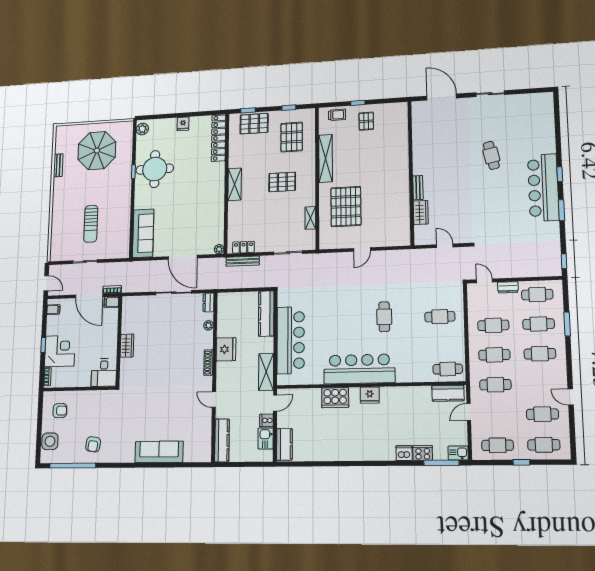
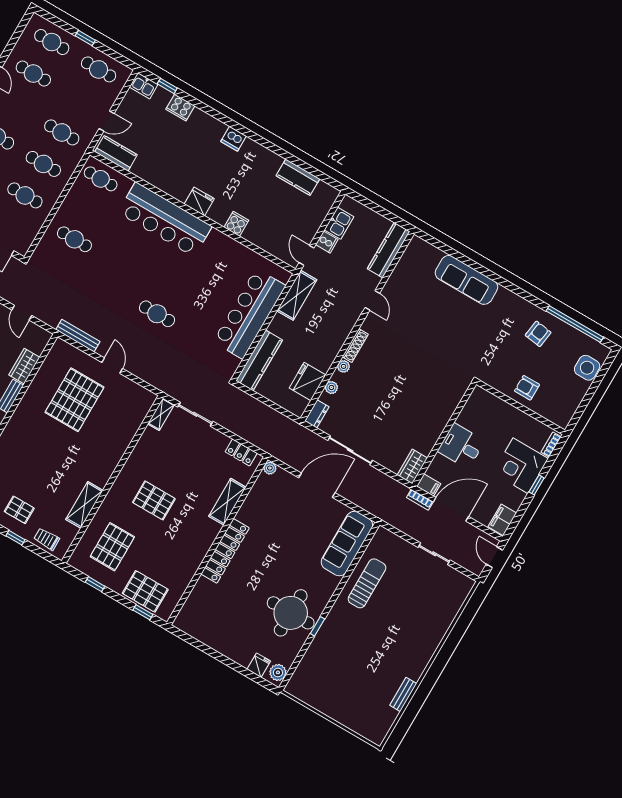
pallet: (366, 121) -> (19, 510), turned 90
fridge: (183, 124) -> (259, 665), moved
locker: (219, 138) -> (225, 551), moved
parasol: (97, 151) -> (347, 682), removed
shelving: (326, 158) -> (84, 505), width x0.68
shelving: (235, 184) -> (227, 502), moved
pallet: (346, 207) -> (74, 400), moved
shelving: (310, 218) -> (161, 414), moved
sun lounger: (91, 224) -> (367, 583), moved
door: (362, 249) -> (112, 366), hinge flipped
door: (183, 257) -> (317, 485), hinge flipped
bench: (243, 261) -> (78, 336), moved
door: (89, 296) -> (451, 509), hinge flipped
filing cabinet: (53, 310) -> (502, 520), width x2.00
cafe table: (384, 317) -> (157, 314), moved, turned 90
plant: (208, 344) -> (344, 366), added
wardrobe: (127, 346) -> (412, 466), moved
fridge: (226, 349) -> (308, 382), moved
bar counter: (359, 369) -> (165, 219), moved
desk: (104, 373) -> (461, 446), moved, turned -90
cooker: (335, 398) -> (236, 224), width x0.53, depth x0.76
door: (275, 403) -> (307, 255), hinge flipped
armchair: (60, 411) -> (527, 388), moved
kitchen counter: (284, 444) -> (298, 177), moved, turned -90
dishwasher: (404, 453) -> (234, 139), moved
window: (441, 463) -> (167, 86), width x0.46

